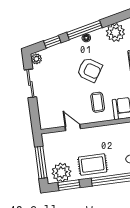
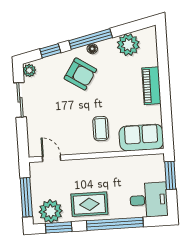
armchair: (90, 70) -> (80, 74), moved
door: (73, 127) -> (52, 158), moved

